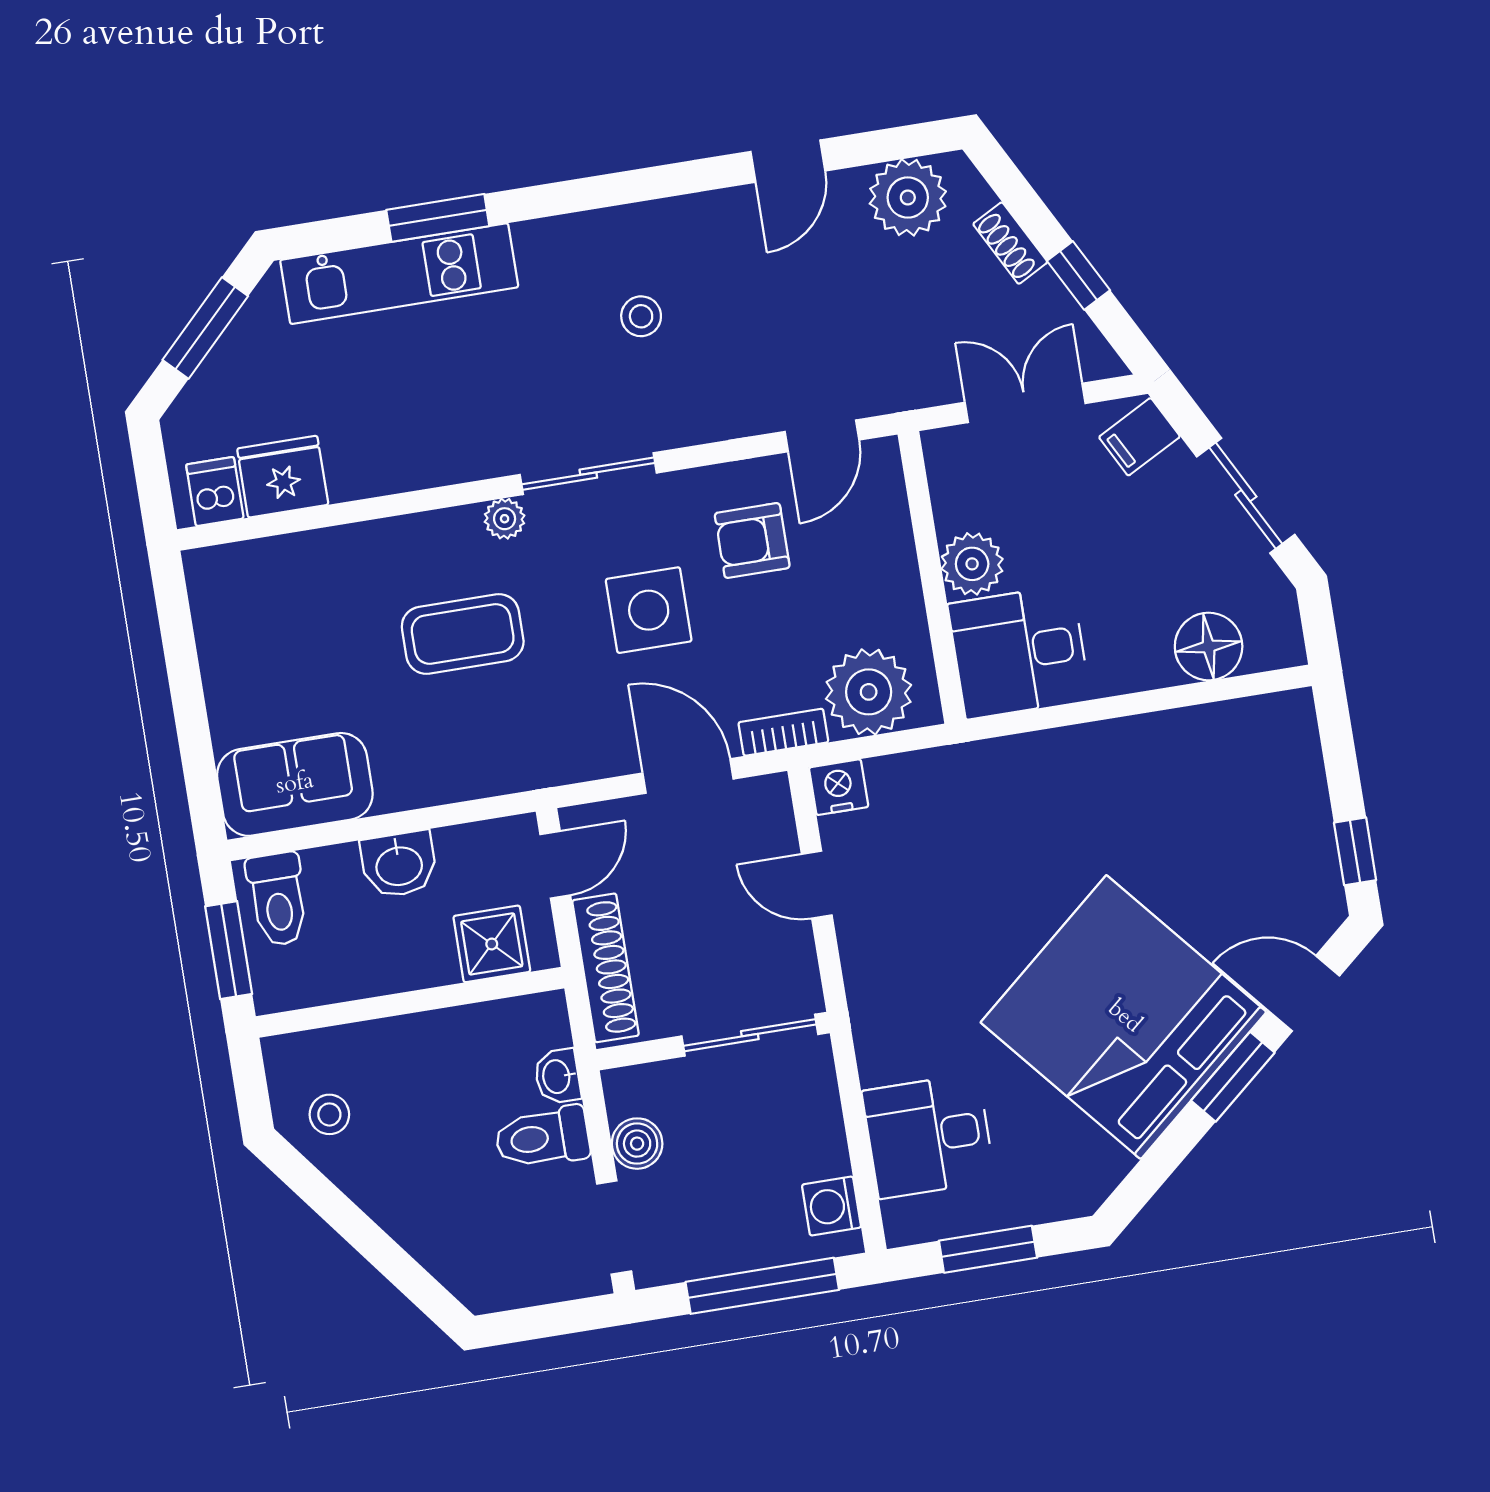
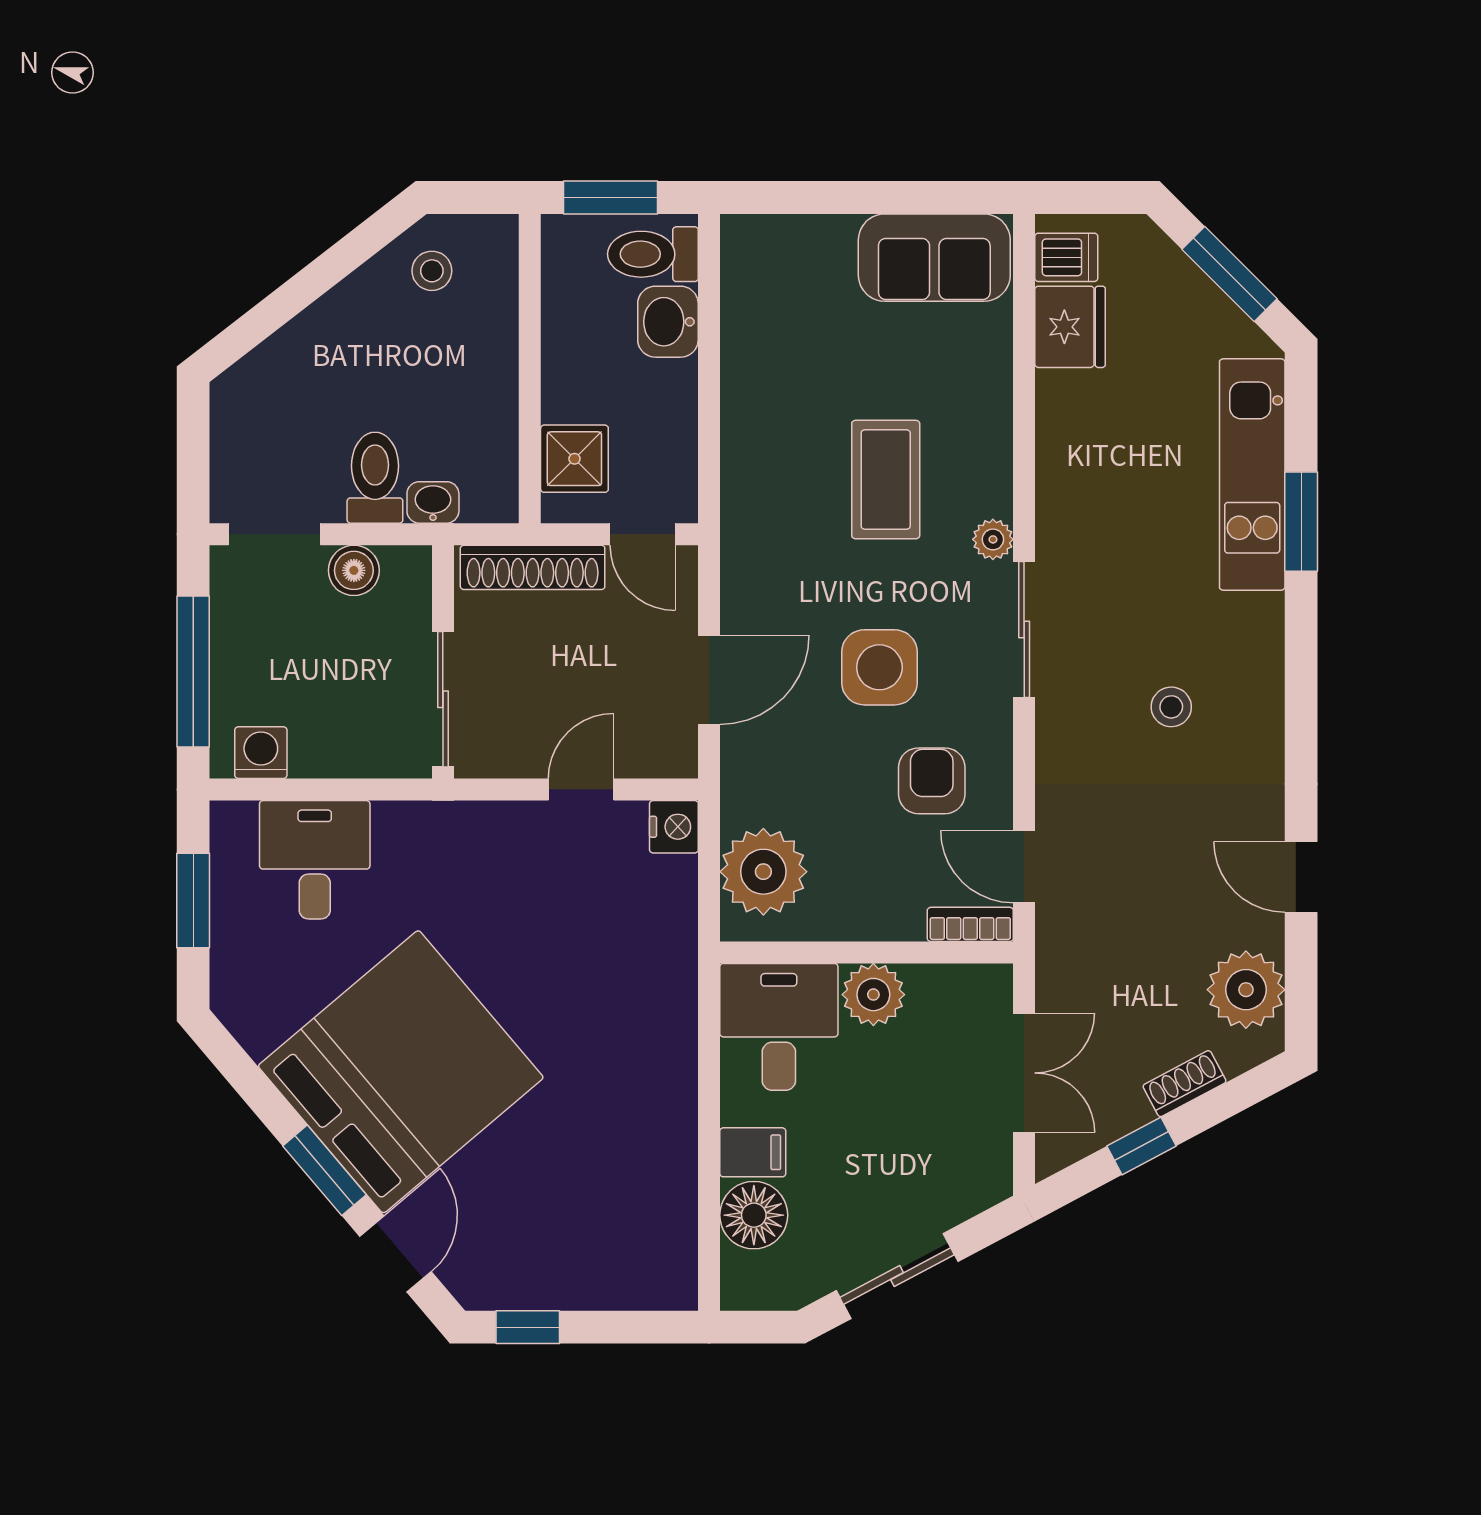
filing cabinet: (1139, 437) -> (753, 1152), moved, turned 118
bookcase: (783, 732) -> (970, 924), moved, turned -90
sofa: (295, 784) -> (934, 258), moved, turned 90
washbasin: (399, 864) -> (668, 322), moved

